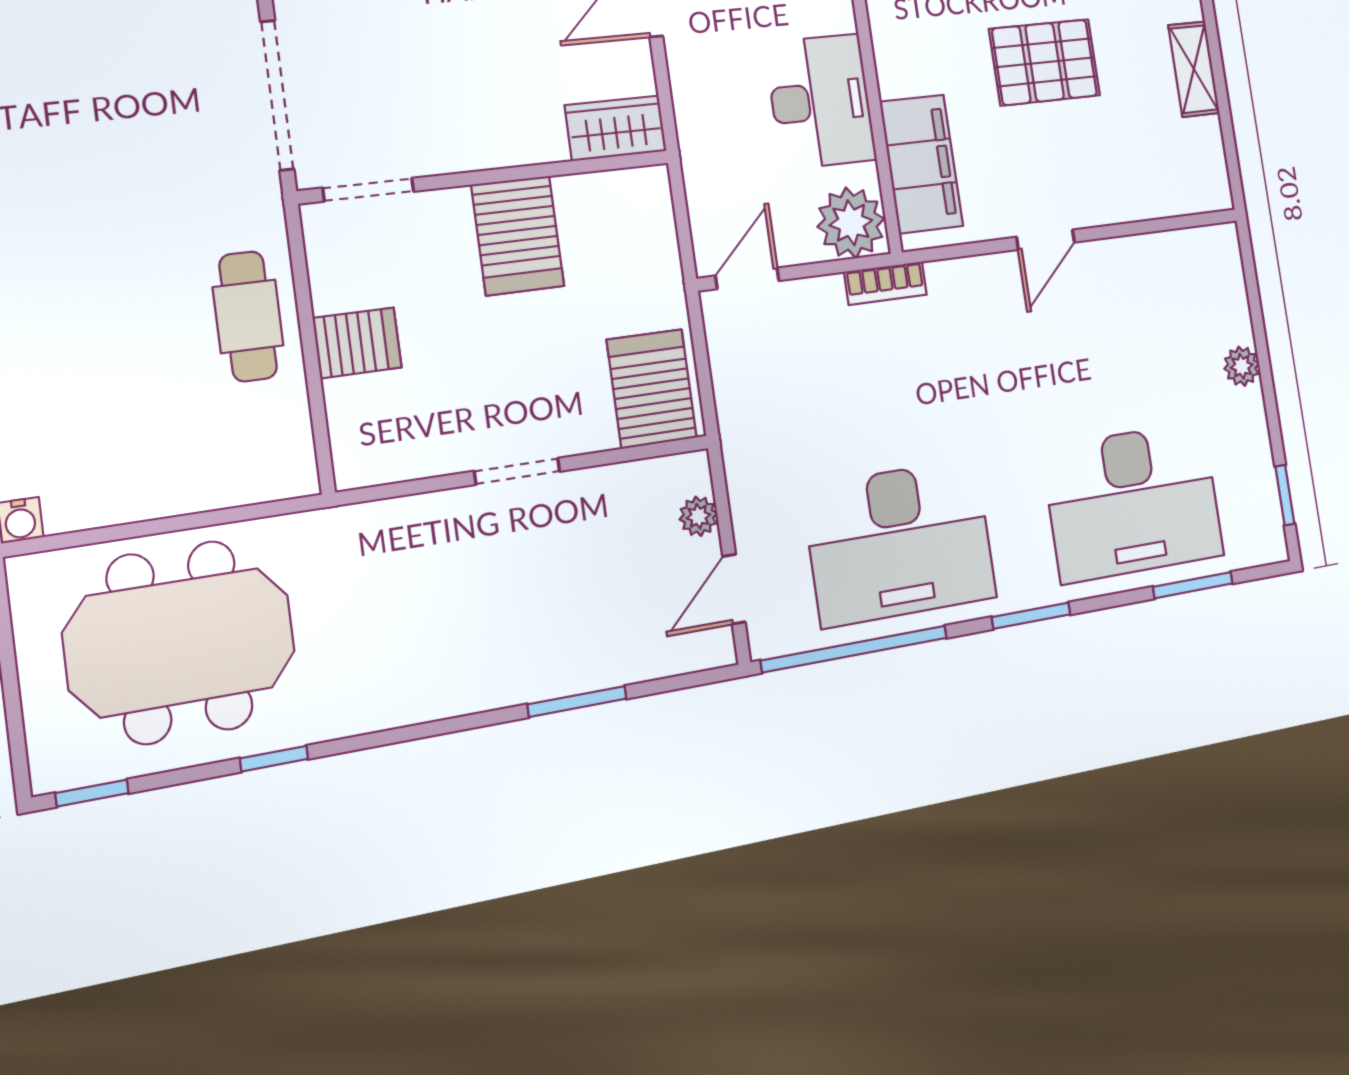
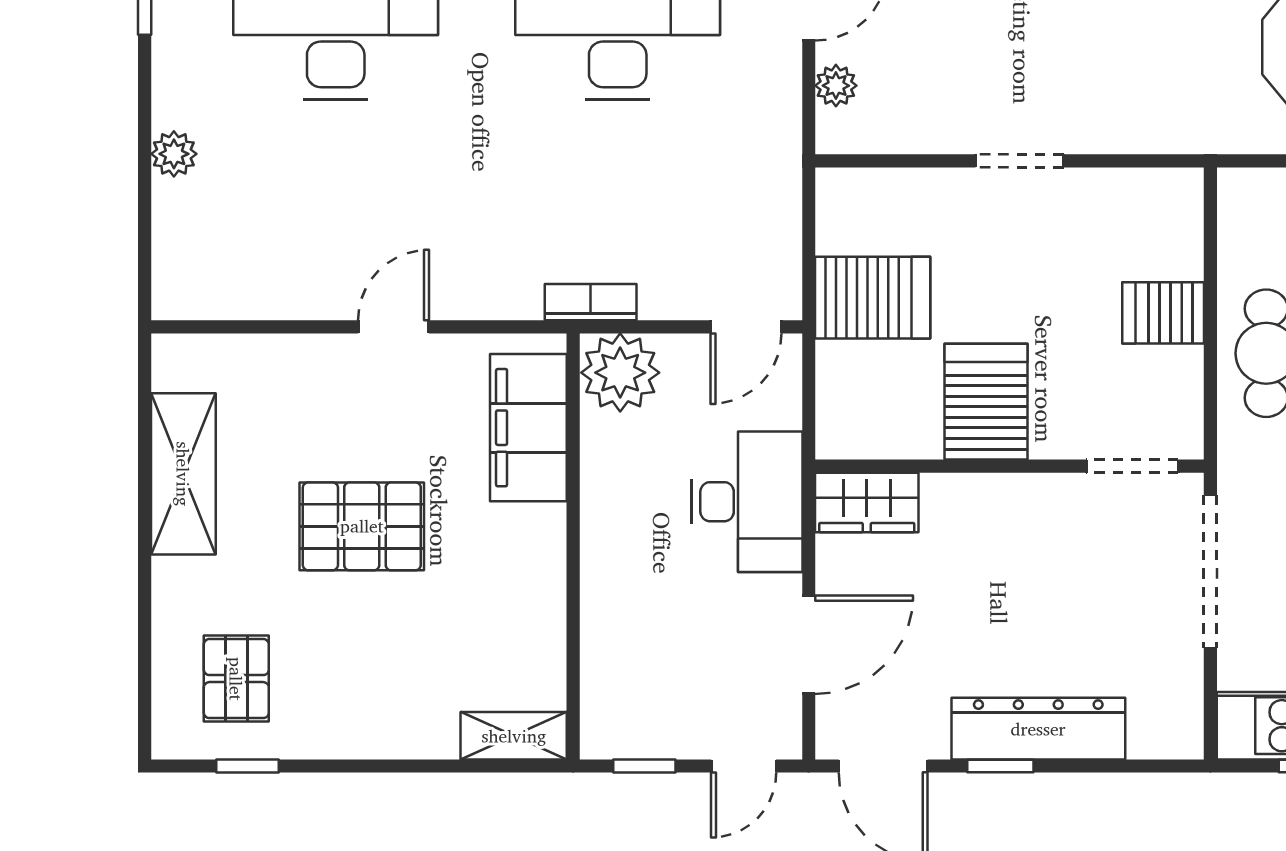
shelving: (1194, 69) -> (183, 474), width x1.50, depth x1.33
desk: (820, 101) -> (747, 502), moved, turned 180
server rack: (652, 389) -> (873, 298), moved, turned -90

